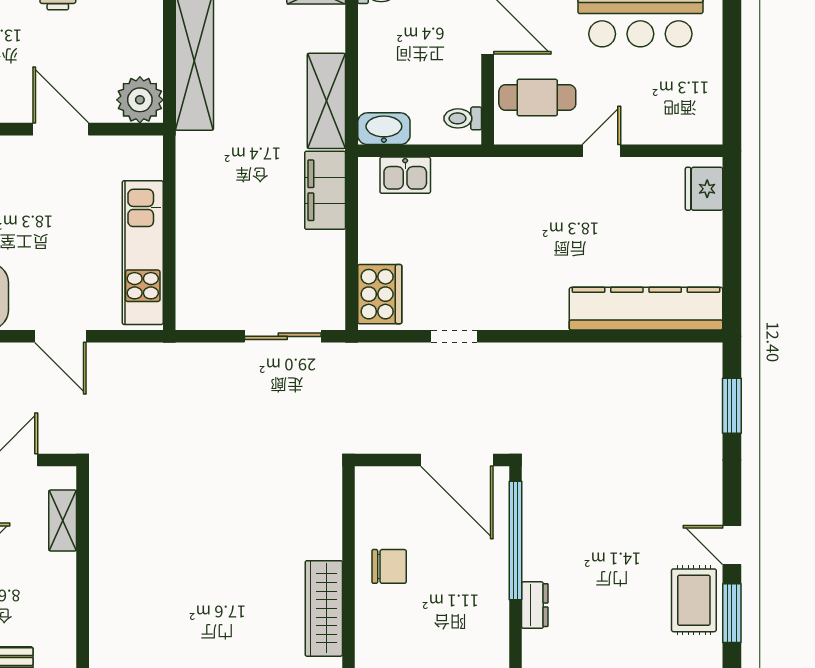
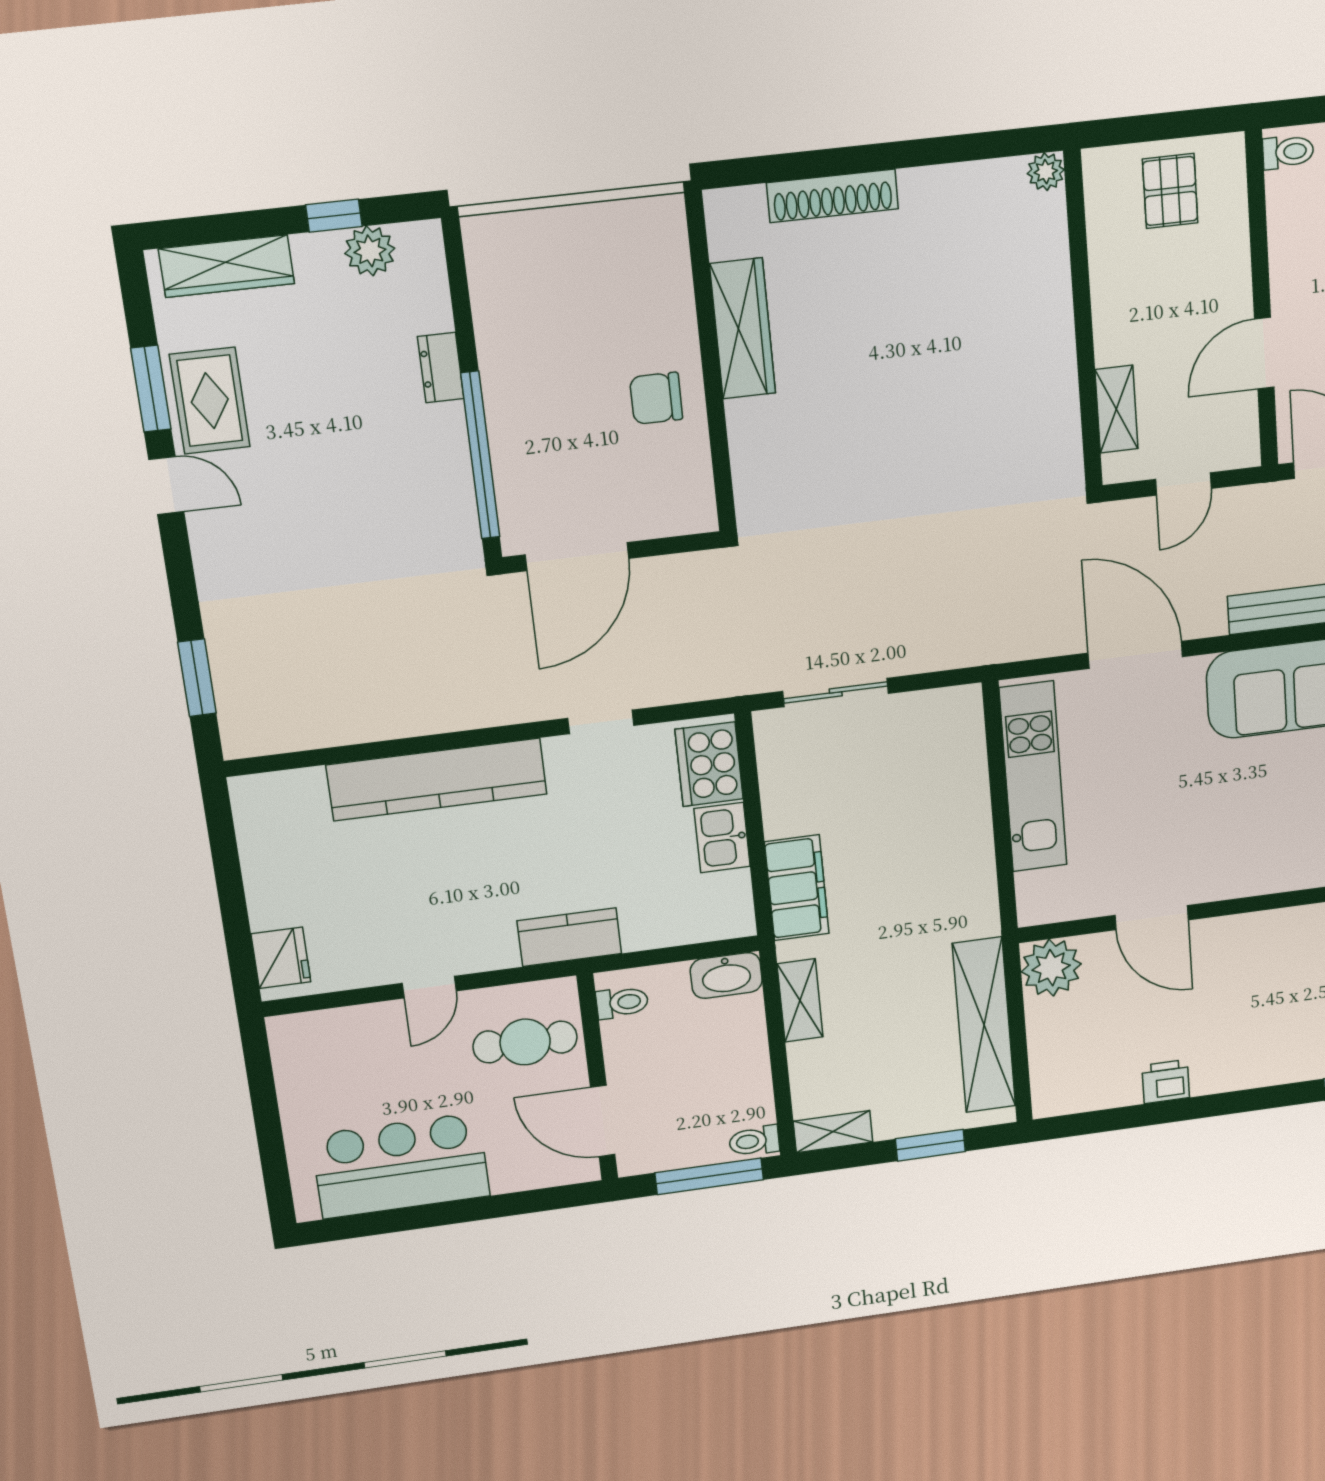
shelving: (326, 101) -> (800, 1000), width x0.67, depth x0.75
kitchen sink: (405, 175) -> (722, 838), moved, turned -90
kitchen counter: (495, 175) -> (569, 937), added
kitchen counter: (646, 309) -> (437, 779), moved
door: (60, 336) -> (1135, 655), width x1.36
door: (457, 460) -> (577, 557), swing flipped

